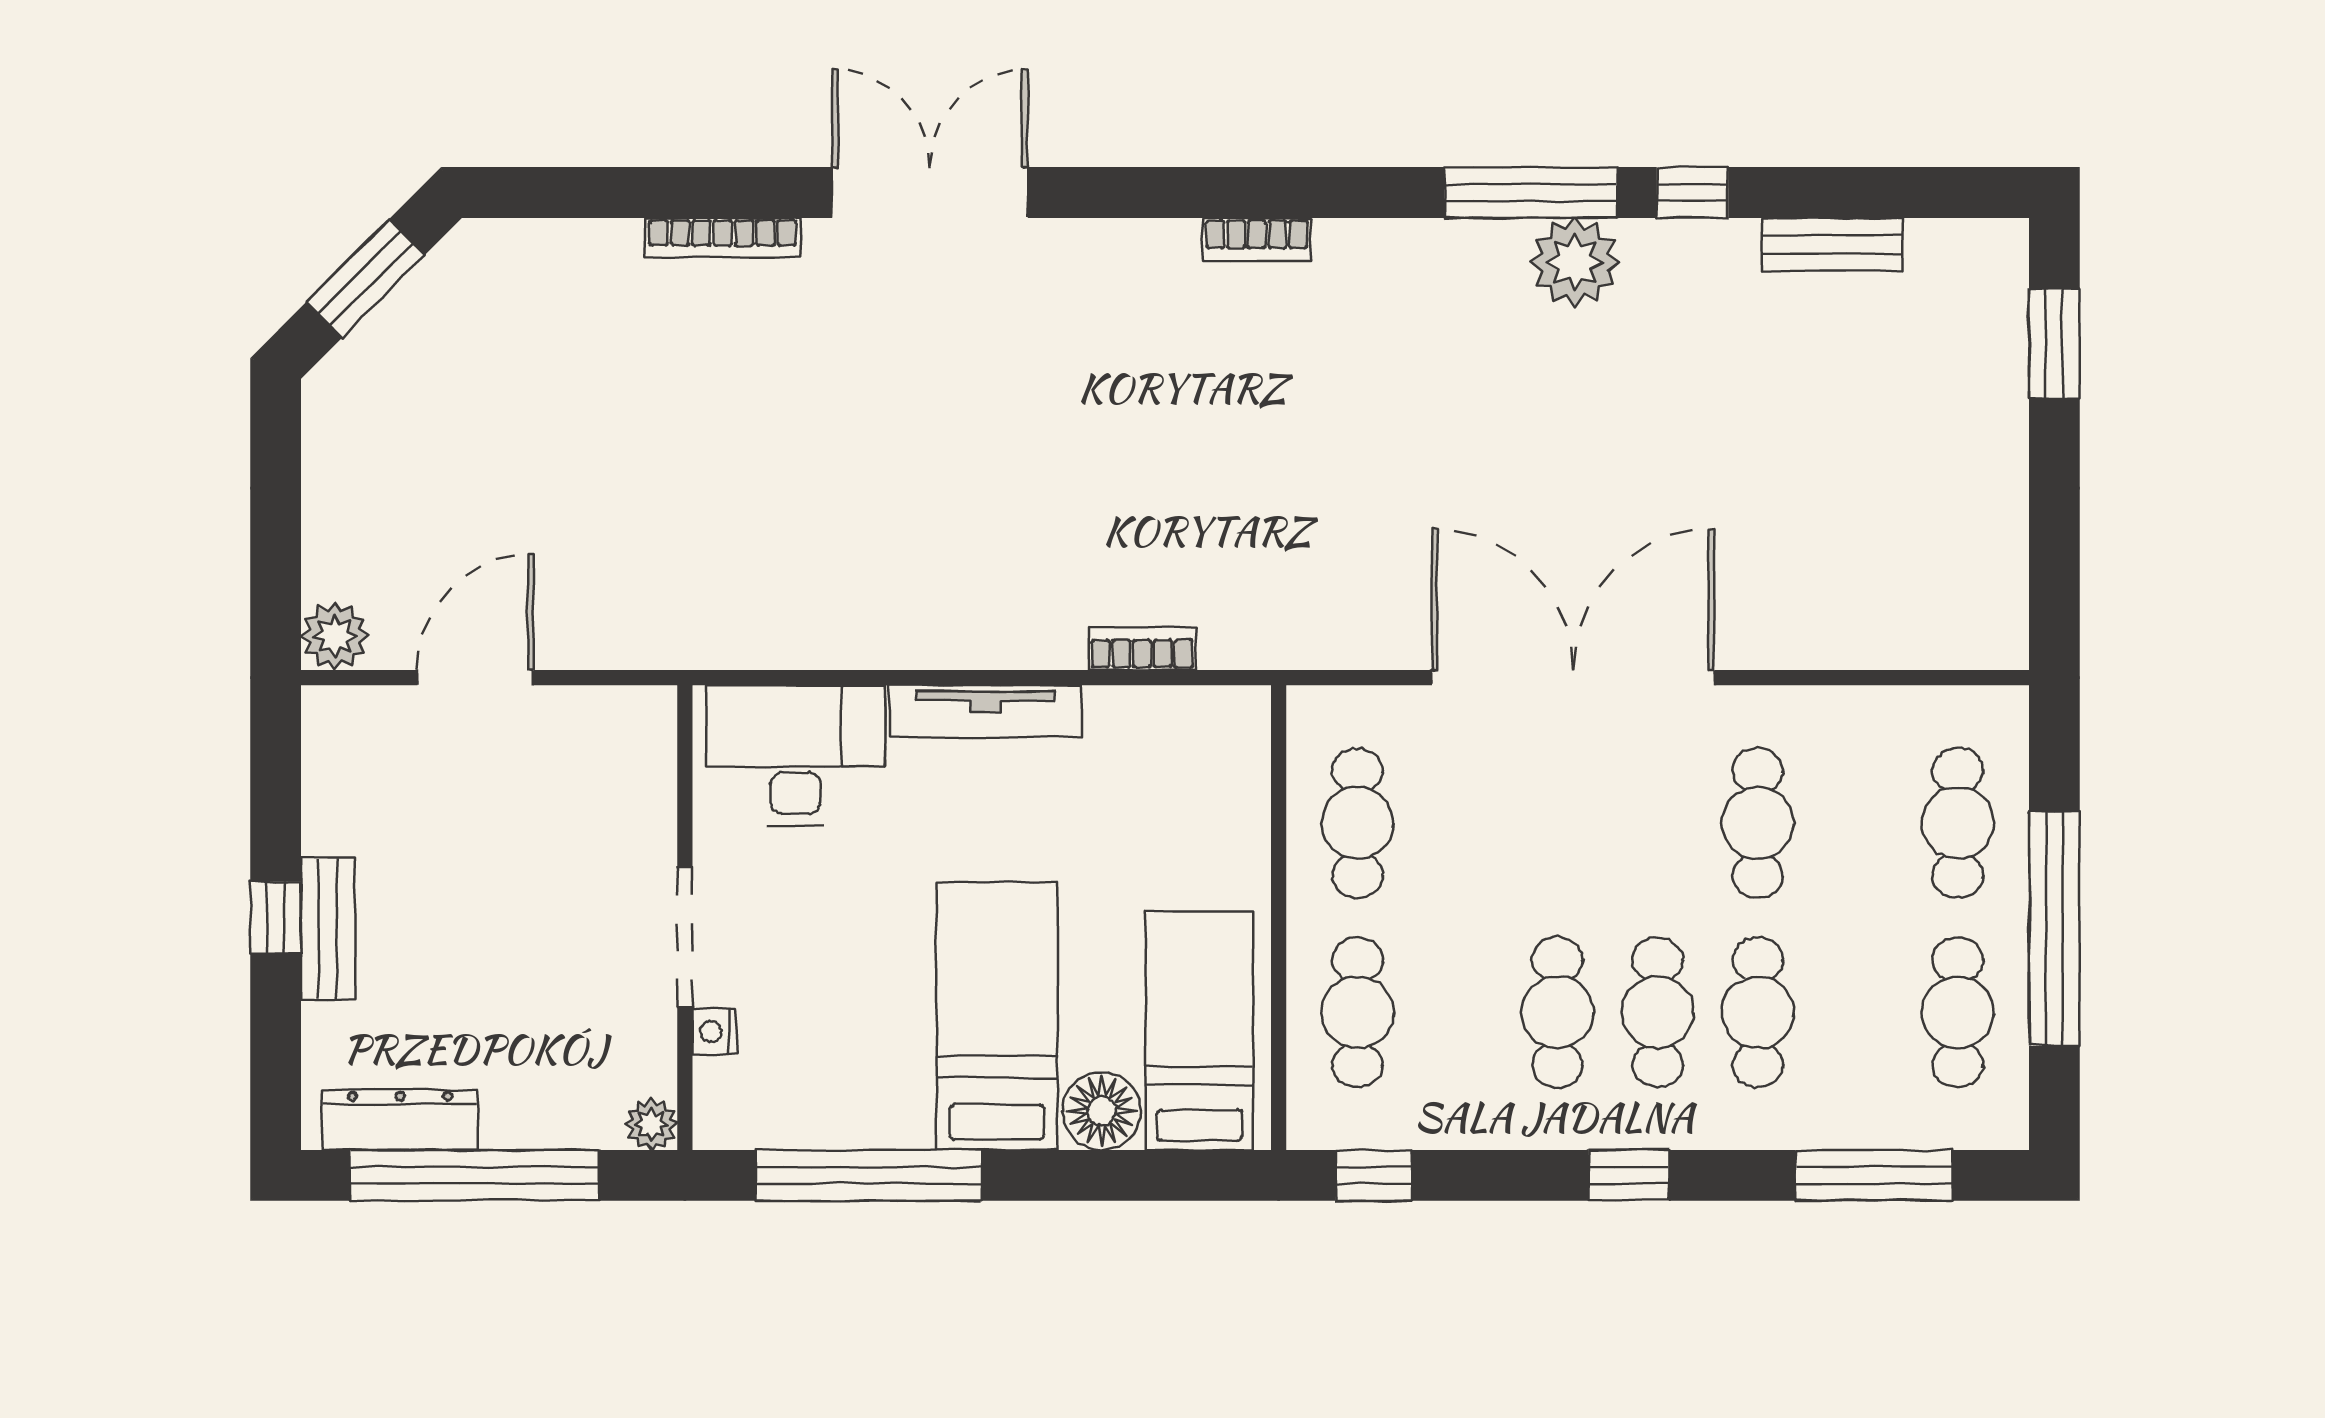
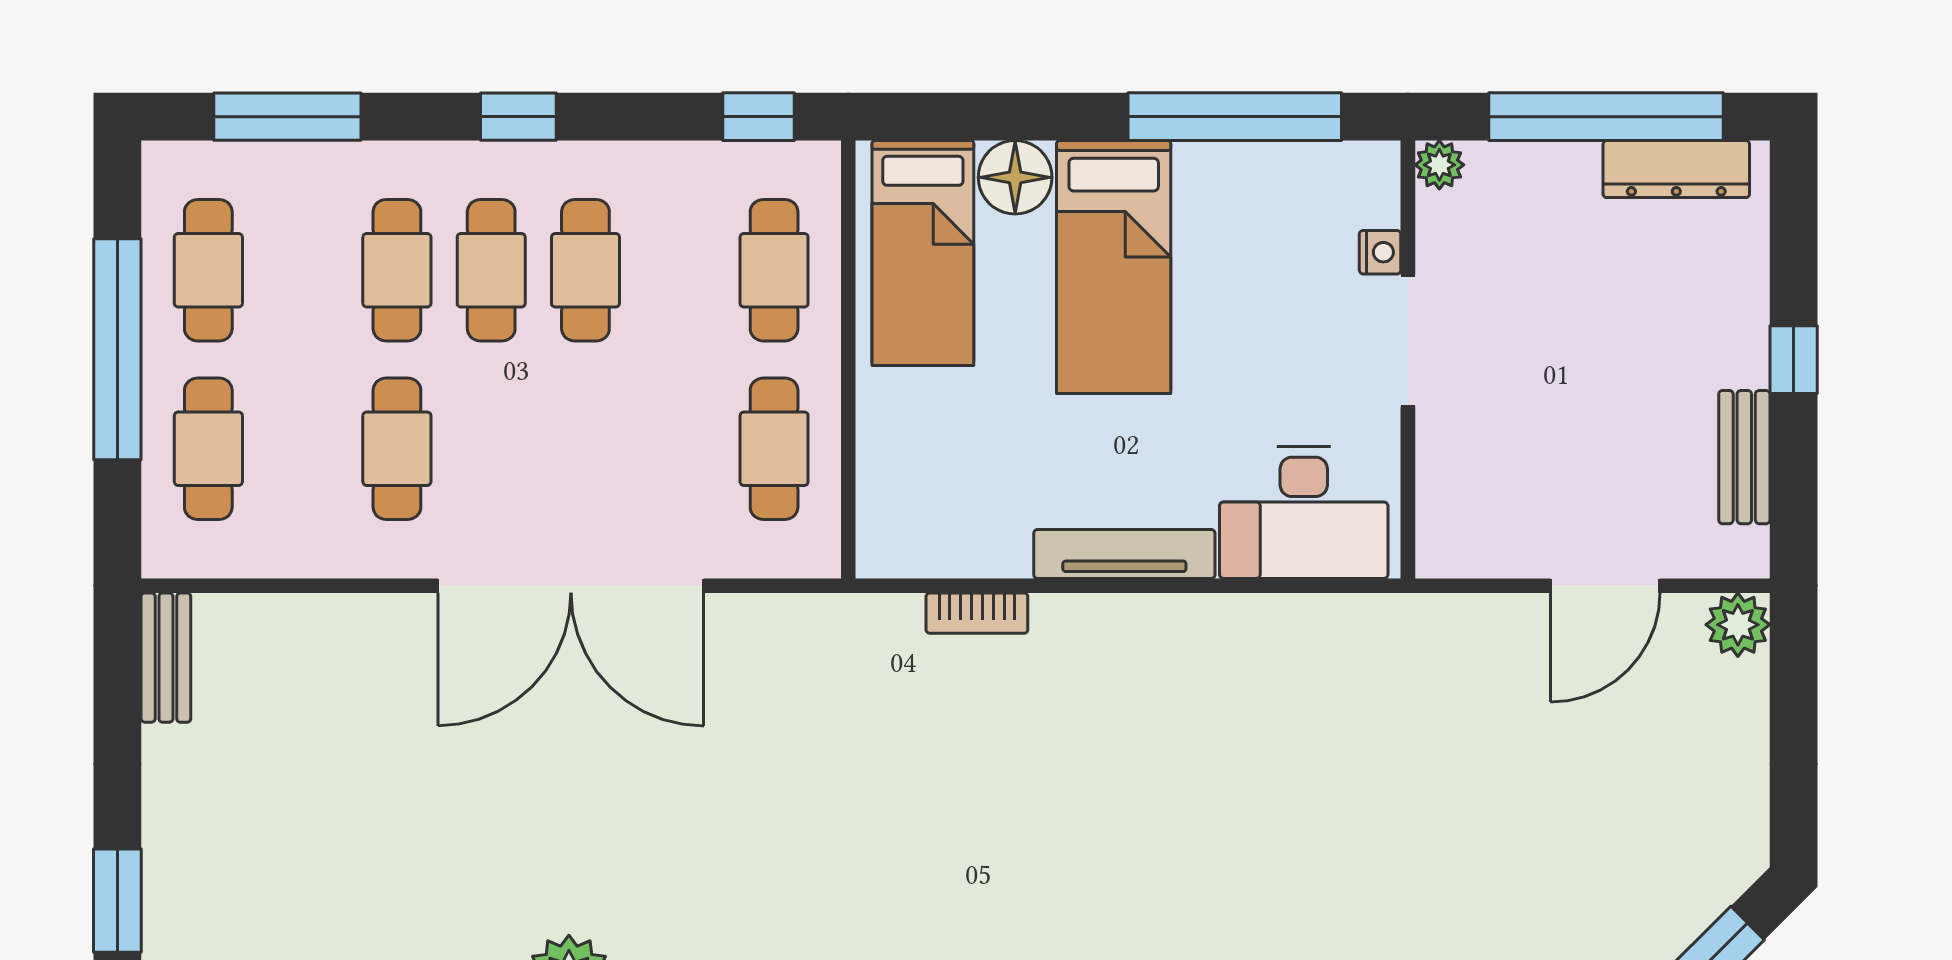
bench: (2003, 601) -> (166, 658), added
bench: (328, 929) -> (1744, 457), moved

